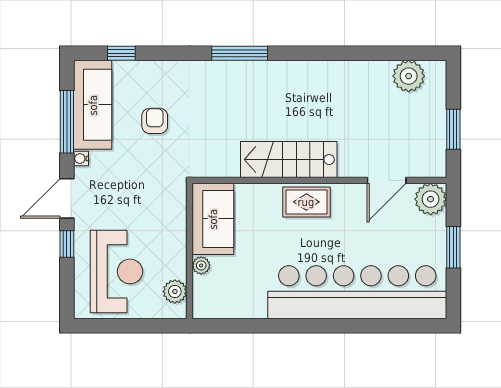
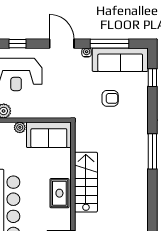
window: (67, 244) -> (18, 44), moved

